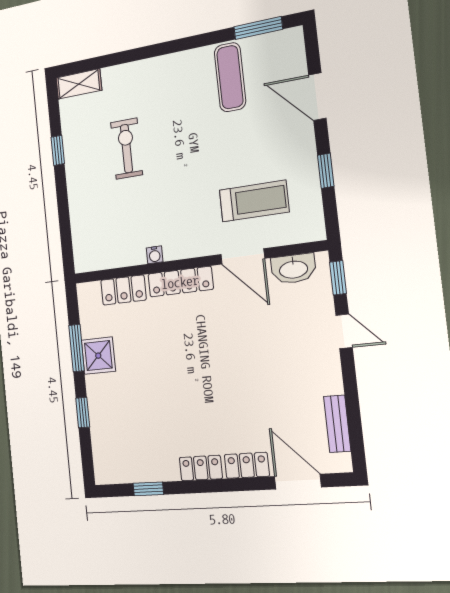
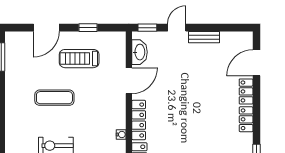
exercise mat: (230, 77) -> (54, 98), moved
treadmill: (254, 201) -> (79, 59), moved, turned -90
bench: (337, 424) -> (204, 37), moved

